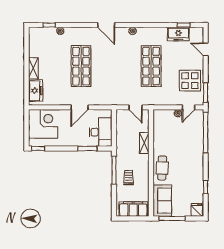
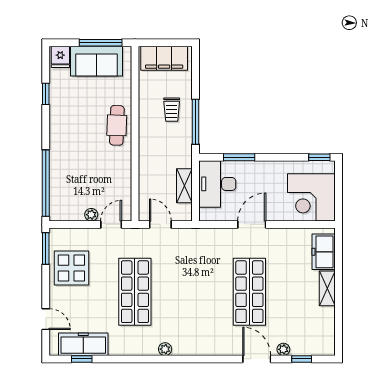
door: (106, 25) -> (257, 359), moved
freezer: (178, 34) -> (83, 344), width x1.40
door: (189, 107) -> (111, 224), moved
shelving: (144, 143) -> (184, 186), moved
sofa: (162, 201) -> (96, 61), moved, turned -90

